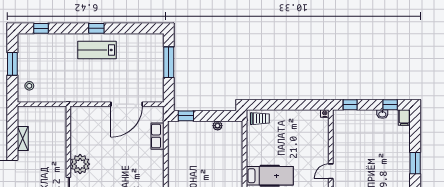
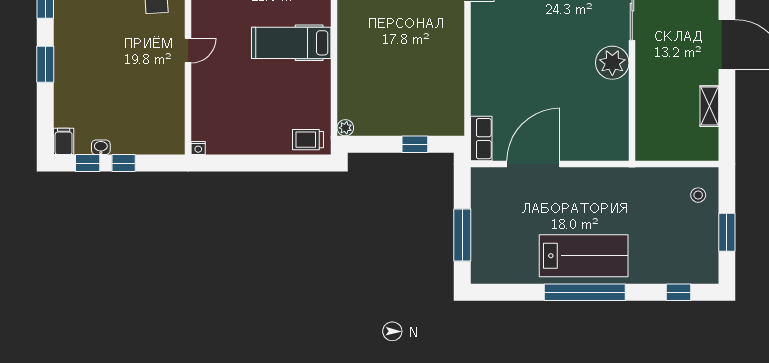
window: (96, 28) -> (585, 292), width x3.17
lab bench: (97, 50) -> (584, 256), width x1.36, depth x1.39
window: (350, 105) -> (124, 163), moved
window: (186, 116) -> (415, 144), moved
plant: (218, 126) -> (345, 128), moved
row of seats: (158, 136) -> (481, 139), moved

